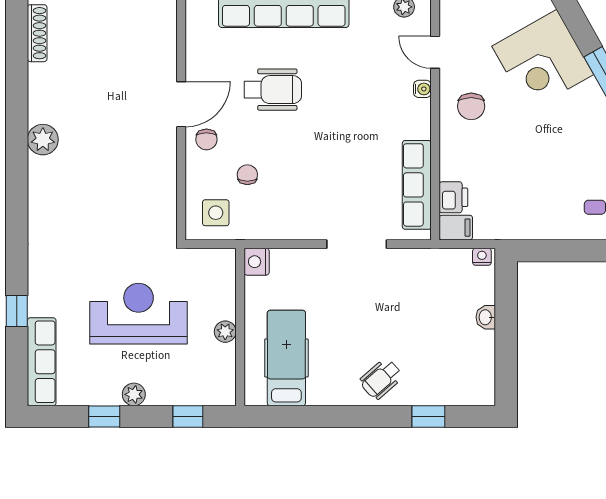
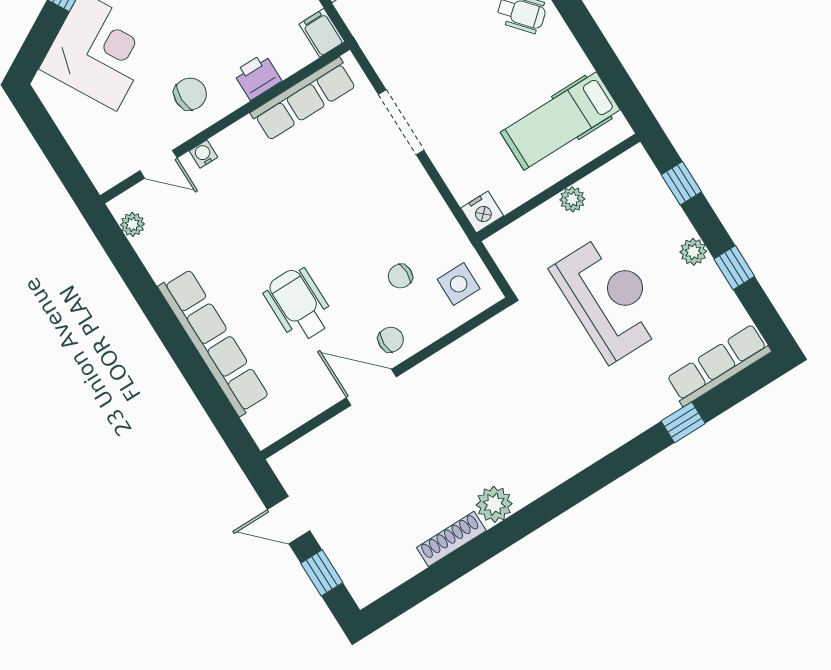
shoe rack: (37, 33) -> (451, 539), moved
door: (435, 52) -> (158, 164), hinge flipped
printer: (453, 197) -> (257, 77), moved
reception desk: (139, 314) -> (609, 298), turned 180

